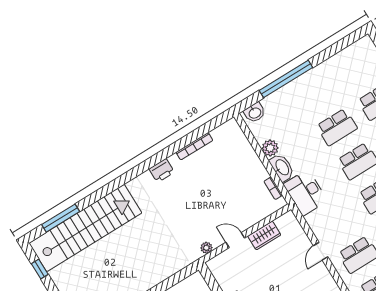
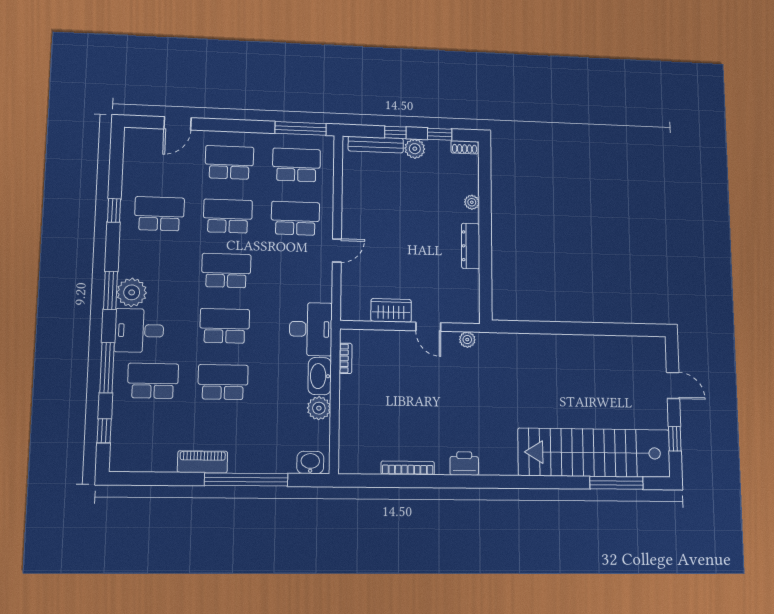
piano: (318, 73) -> (203, 462), added

